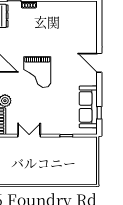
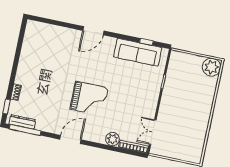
double door: (29, 136) -> (153, 132), moved
plant: (89, 176) -> (212, 67), added

